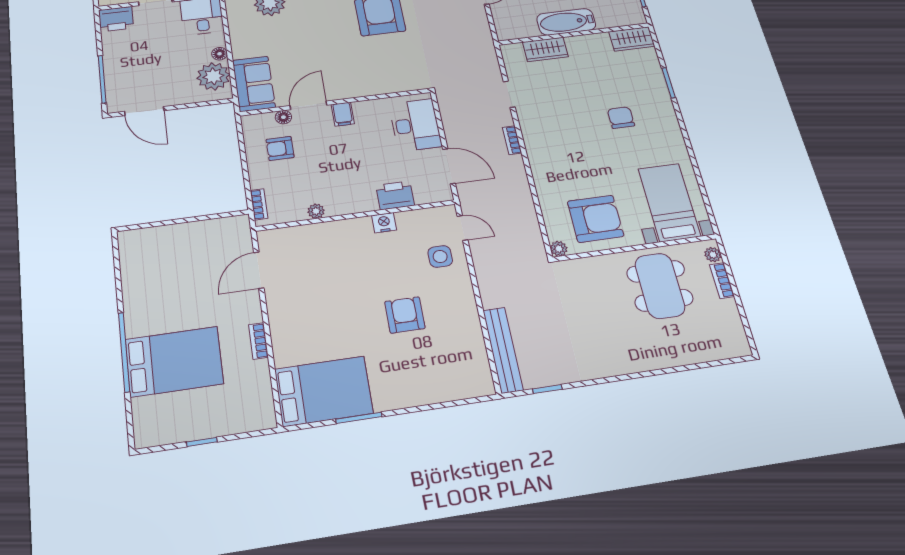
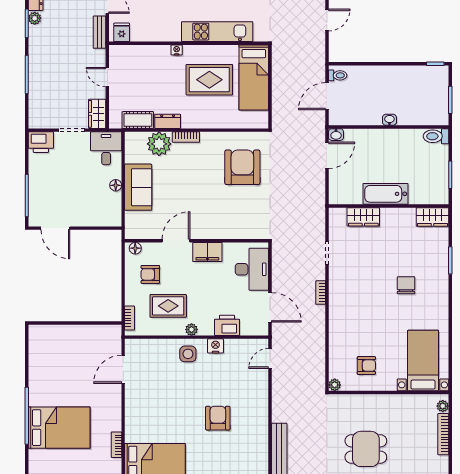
plant: (213, 76) -> (109, 205), removed
sofa: (254, 84) -> (138, 187), moved
filing cabinet: (343, 114) -> (207, 252), width x2.00
floor lamp: (283, 117) -> (135, 248), moved
rug: (310, 183) -> (168, 306), added
plant: (316, 211) -> (191, 330), moved
armchair: (595, 219) -> (366, 366), width x0.53, depth x0.53
door: (462, 228) -> (270, 358), swing flipped
side table: (440, 257) -> (188, 354), moved
bookcase: (722, 281) -> (443, 434), width x1.56
dining table: (660, 286) -> (366, 449), moved, width x0.73
bookcase: (258, 341) -> (116, 445), moved

